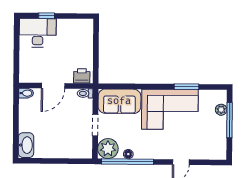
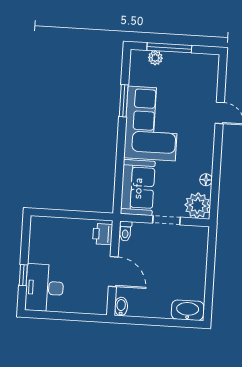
window: (128, 162) -> (216, 181), removed

